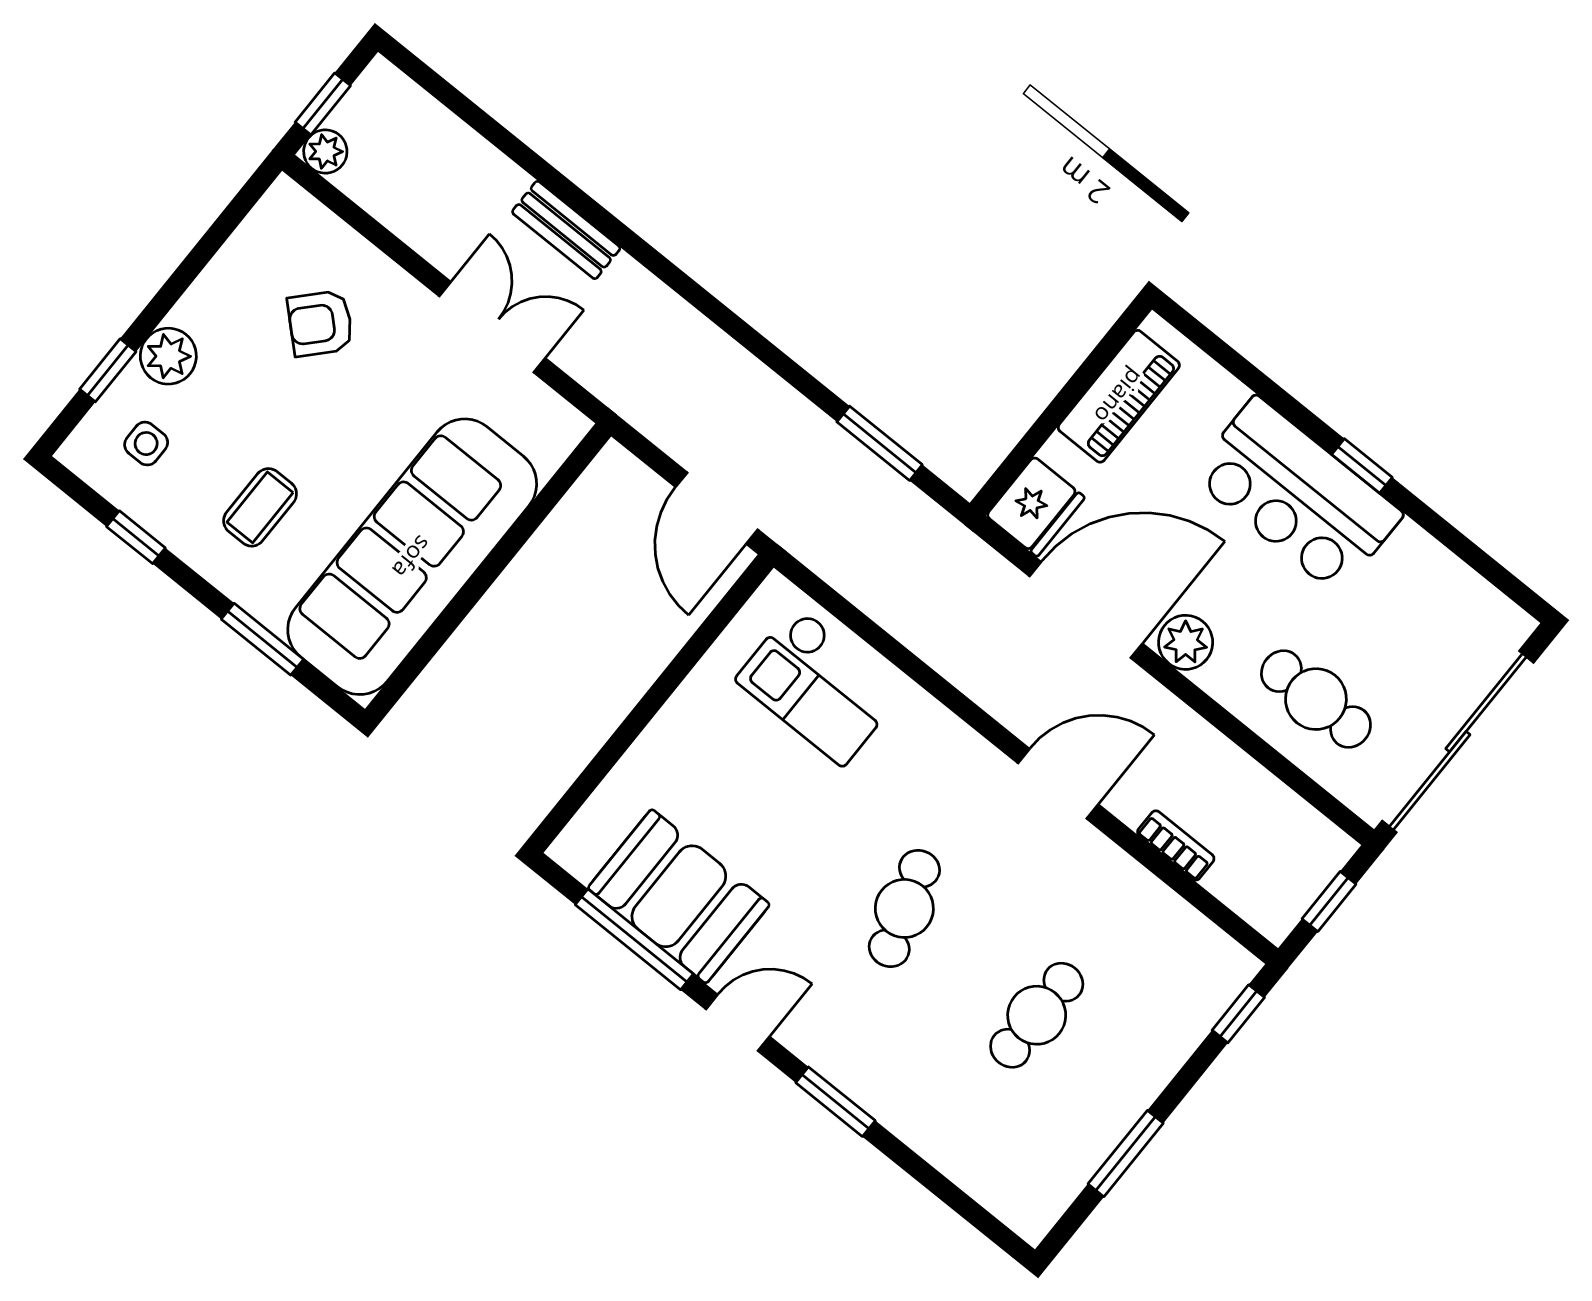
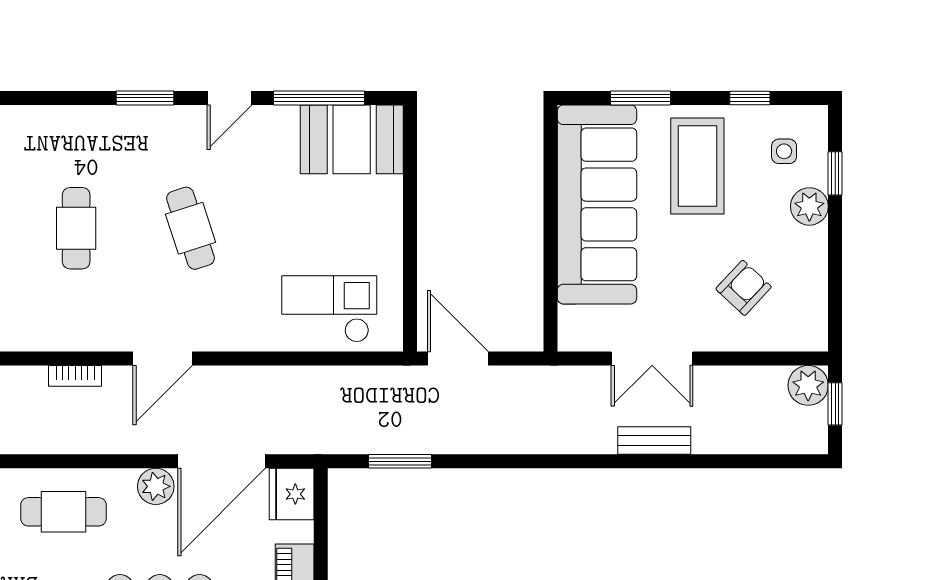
plant: (325, 152) -> (808, 385), width x1.38, depth x1.38
coffee table: (260, 507) -> (697, 166), width x1.86, depth x1.72
booth: (679, 896) -> (352, 139), moved

